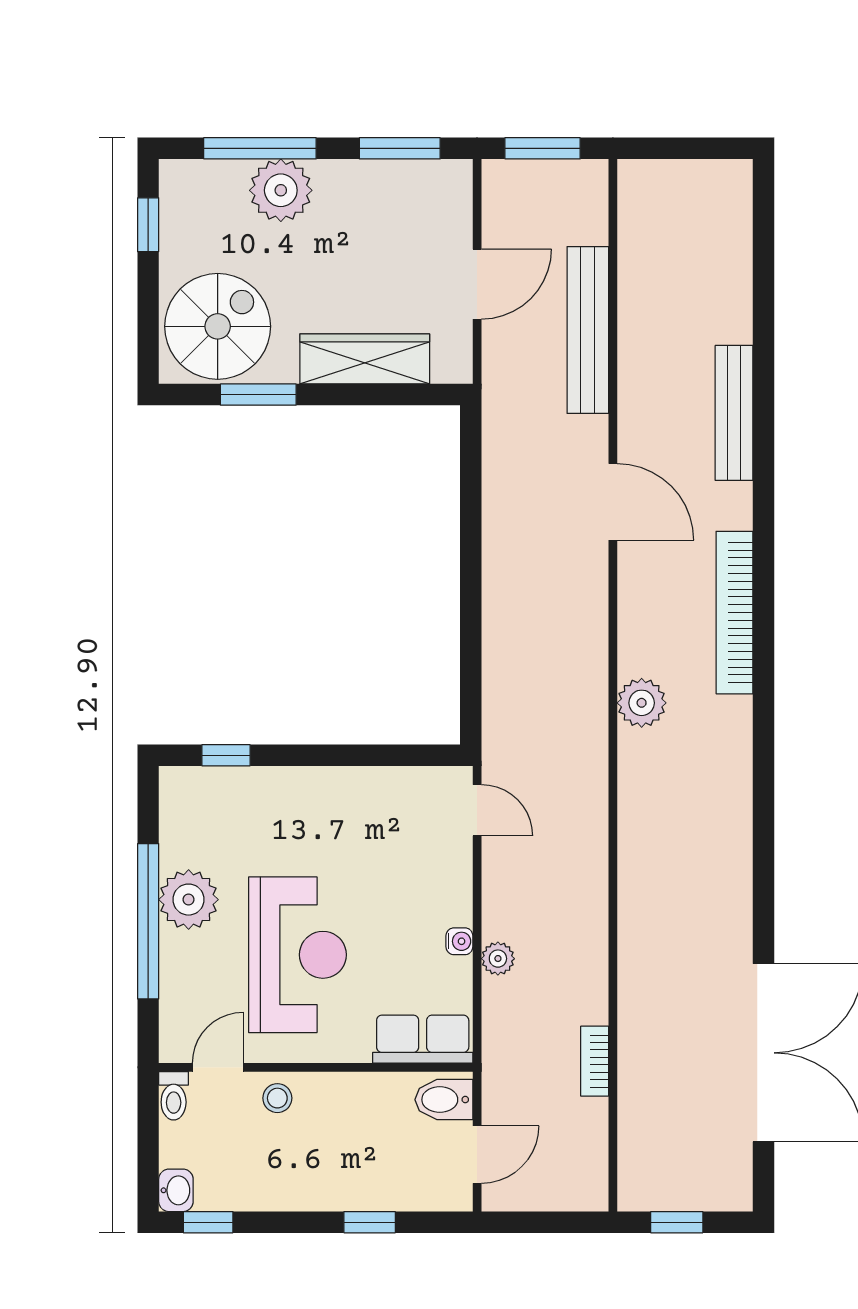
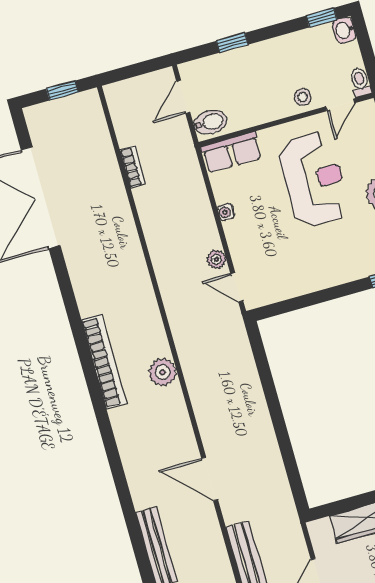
bookcase: (735, 613) -> (104, 362), moved
reception desk: (297, 955) -> (314, 179), turned 180
plant: (498, 959) -> (217, 259), moved

